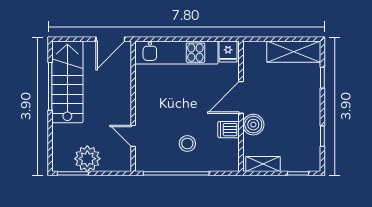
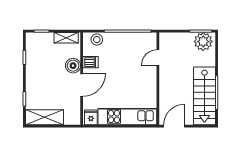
door: (133, 136) -> (158, 58), swing flipped
stool: (187, 144) -> (97, 40), moved
plant: (87, 159) -> (203, 42), moved

